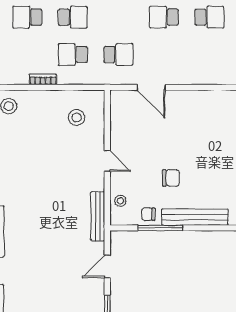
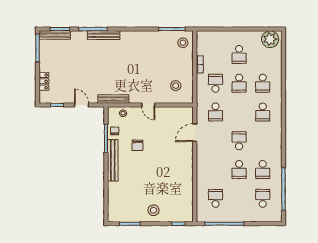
school desk: (27, 17) -> (239, 54), turned 180
door: (107, 161) -> (148, 105), hinge flipped

